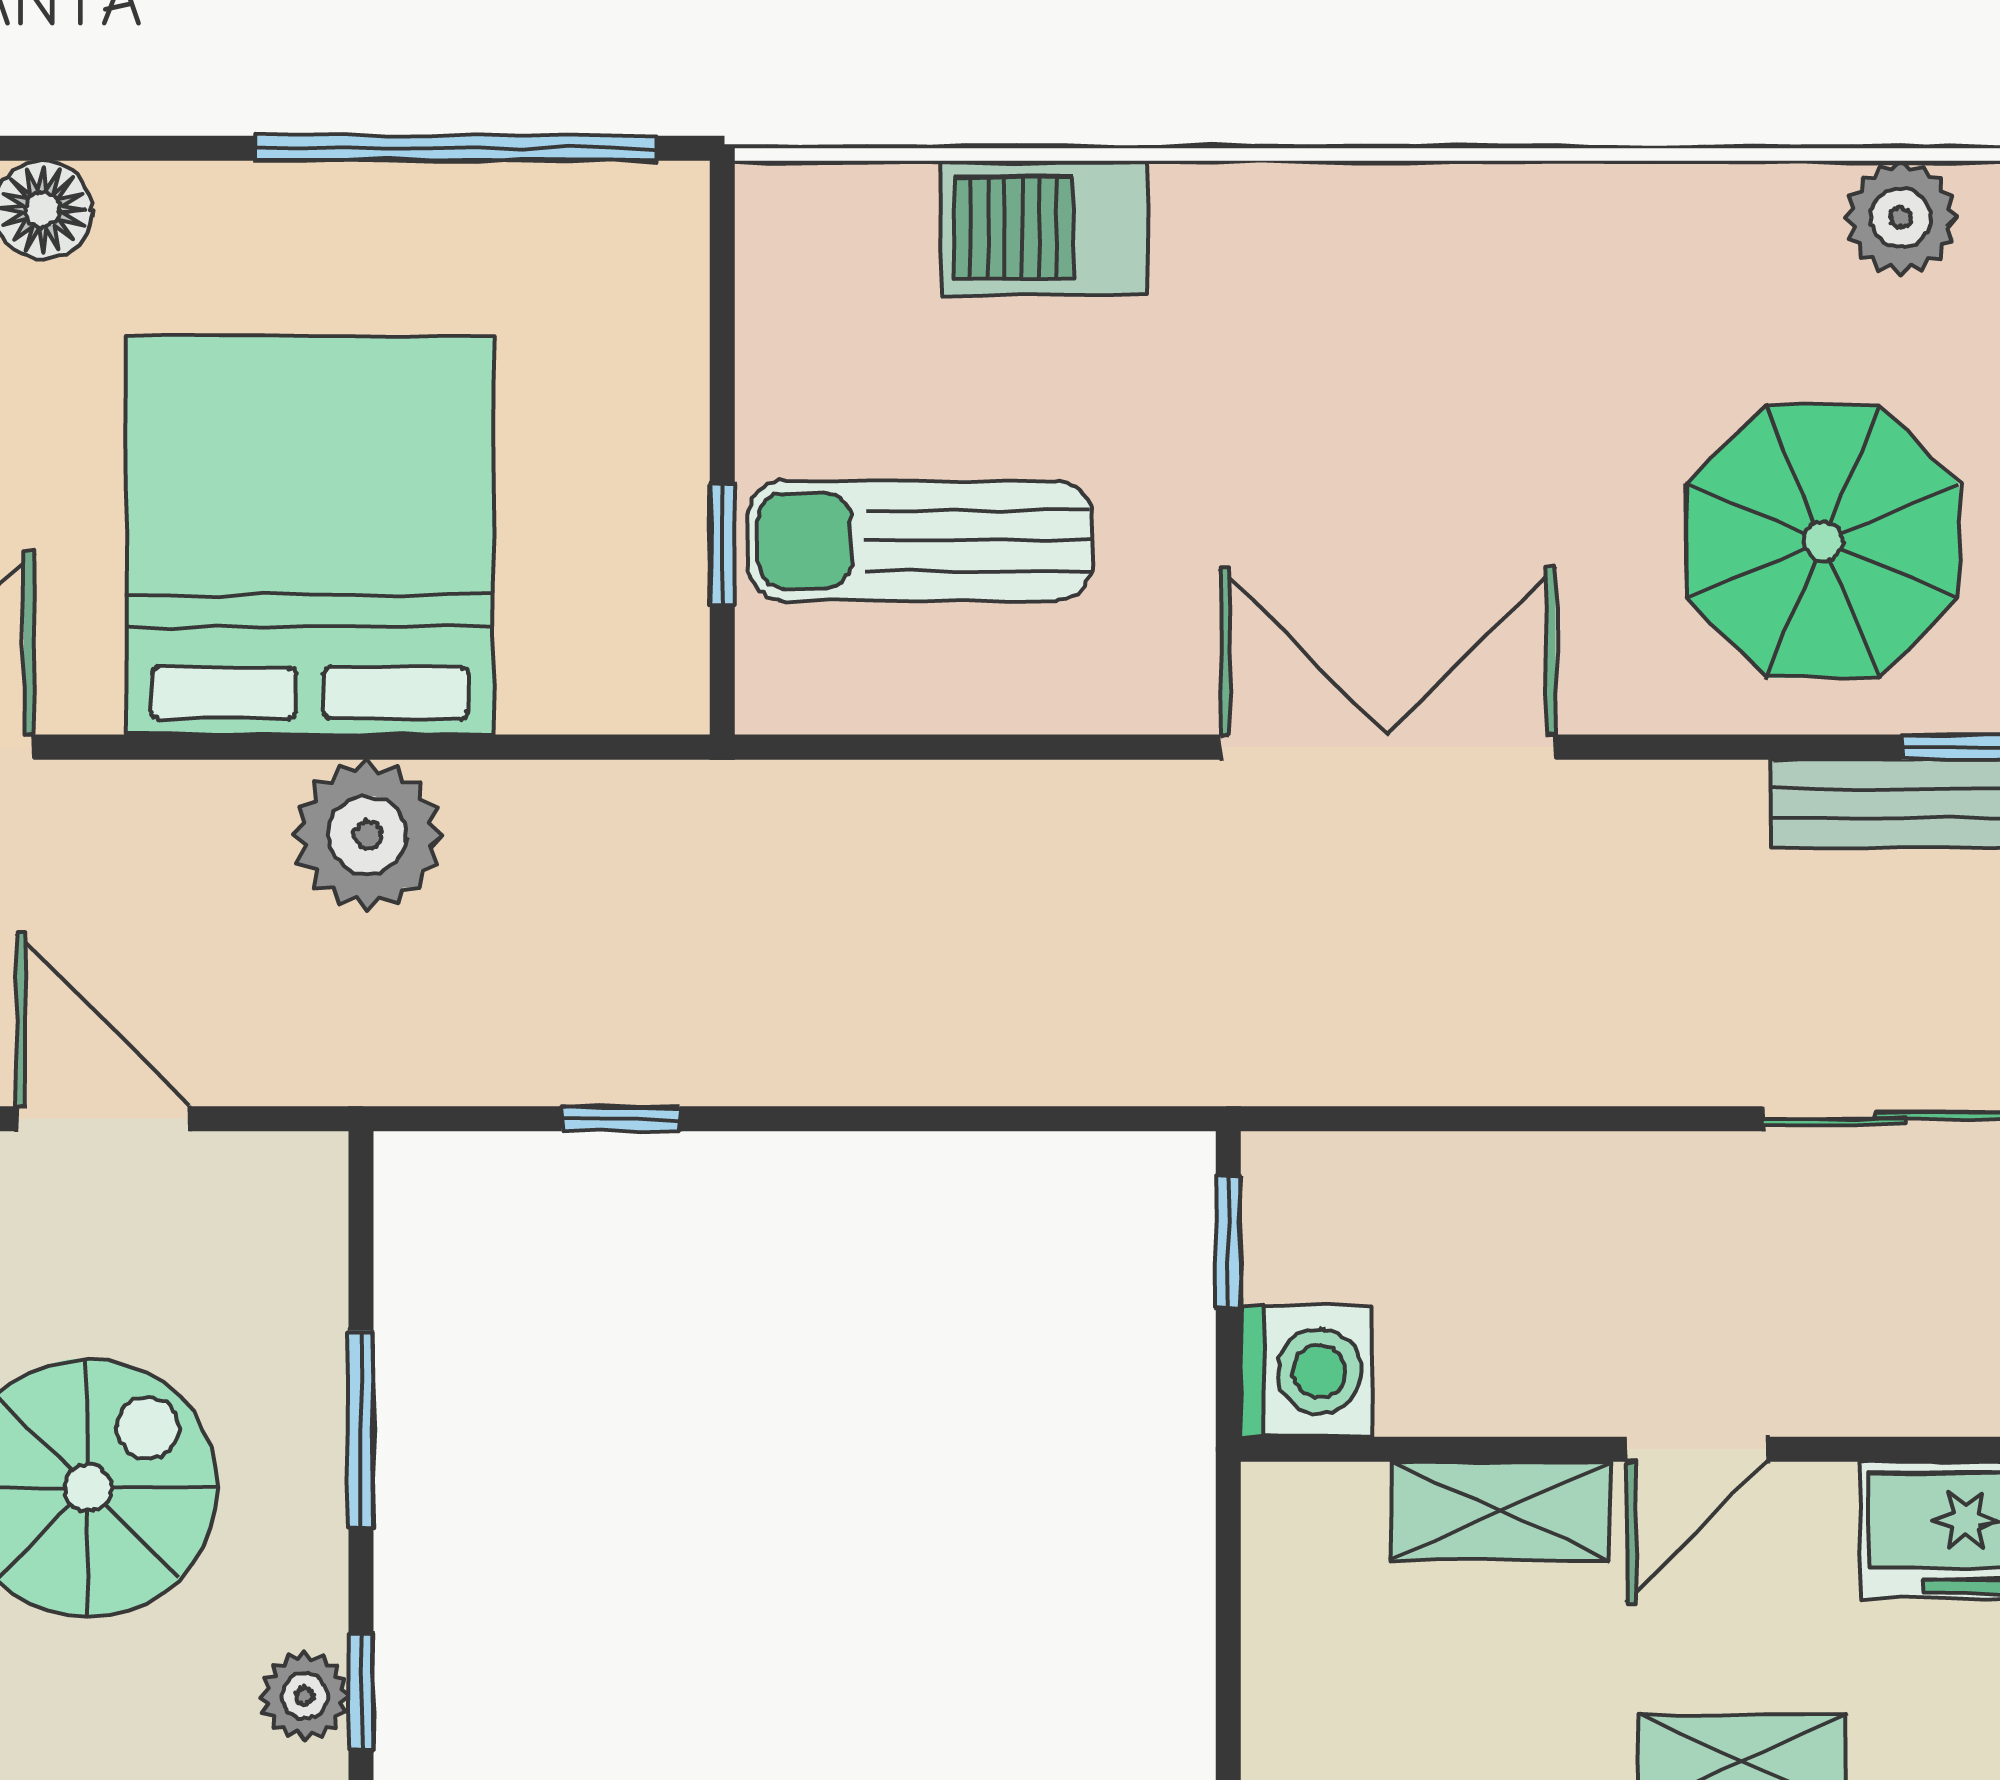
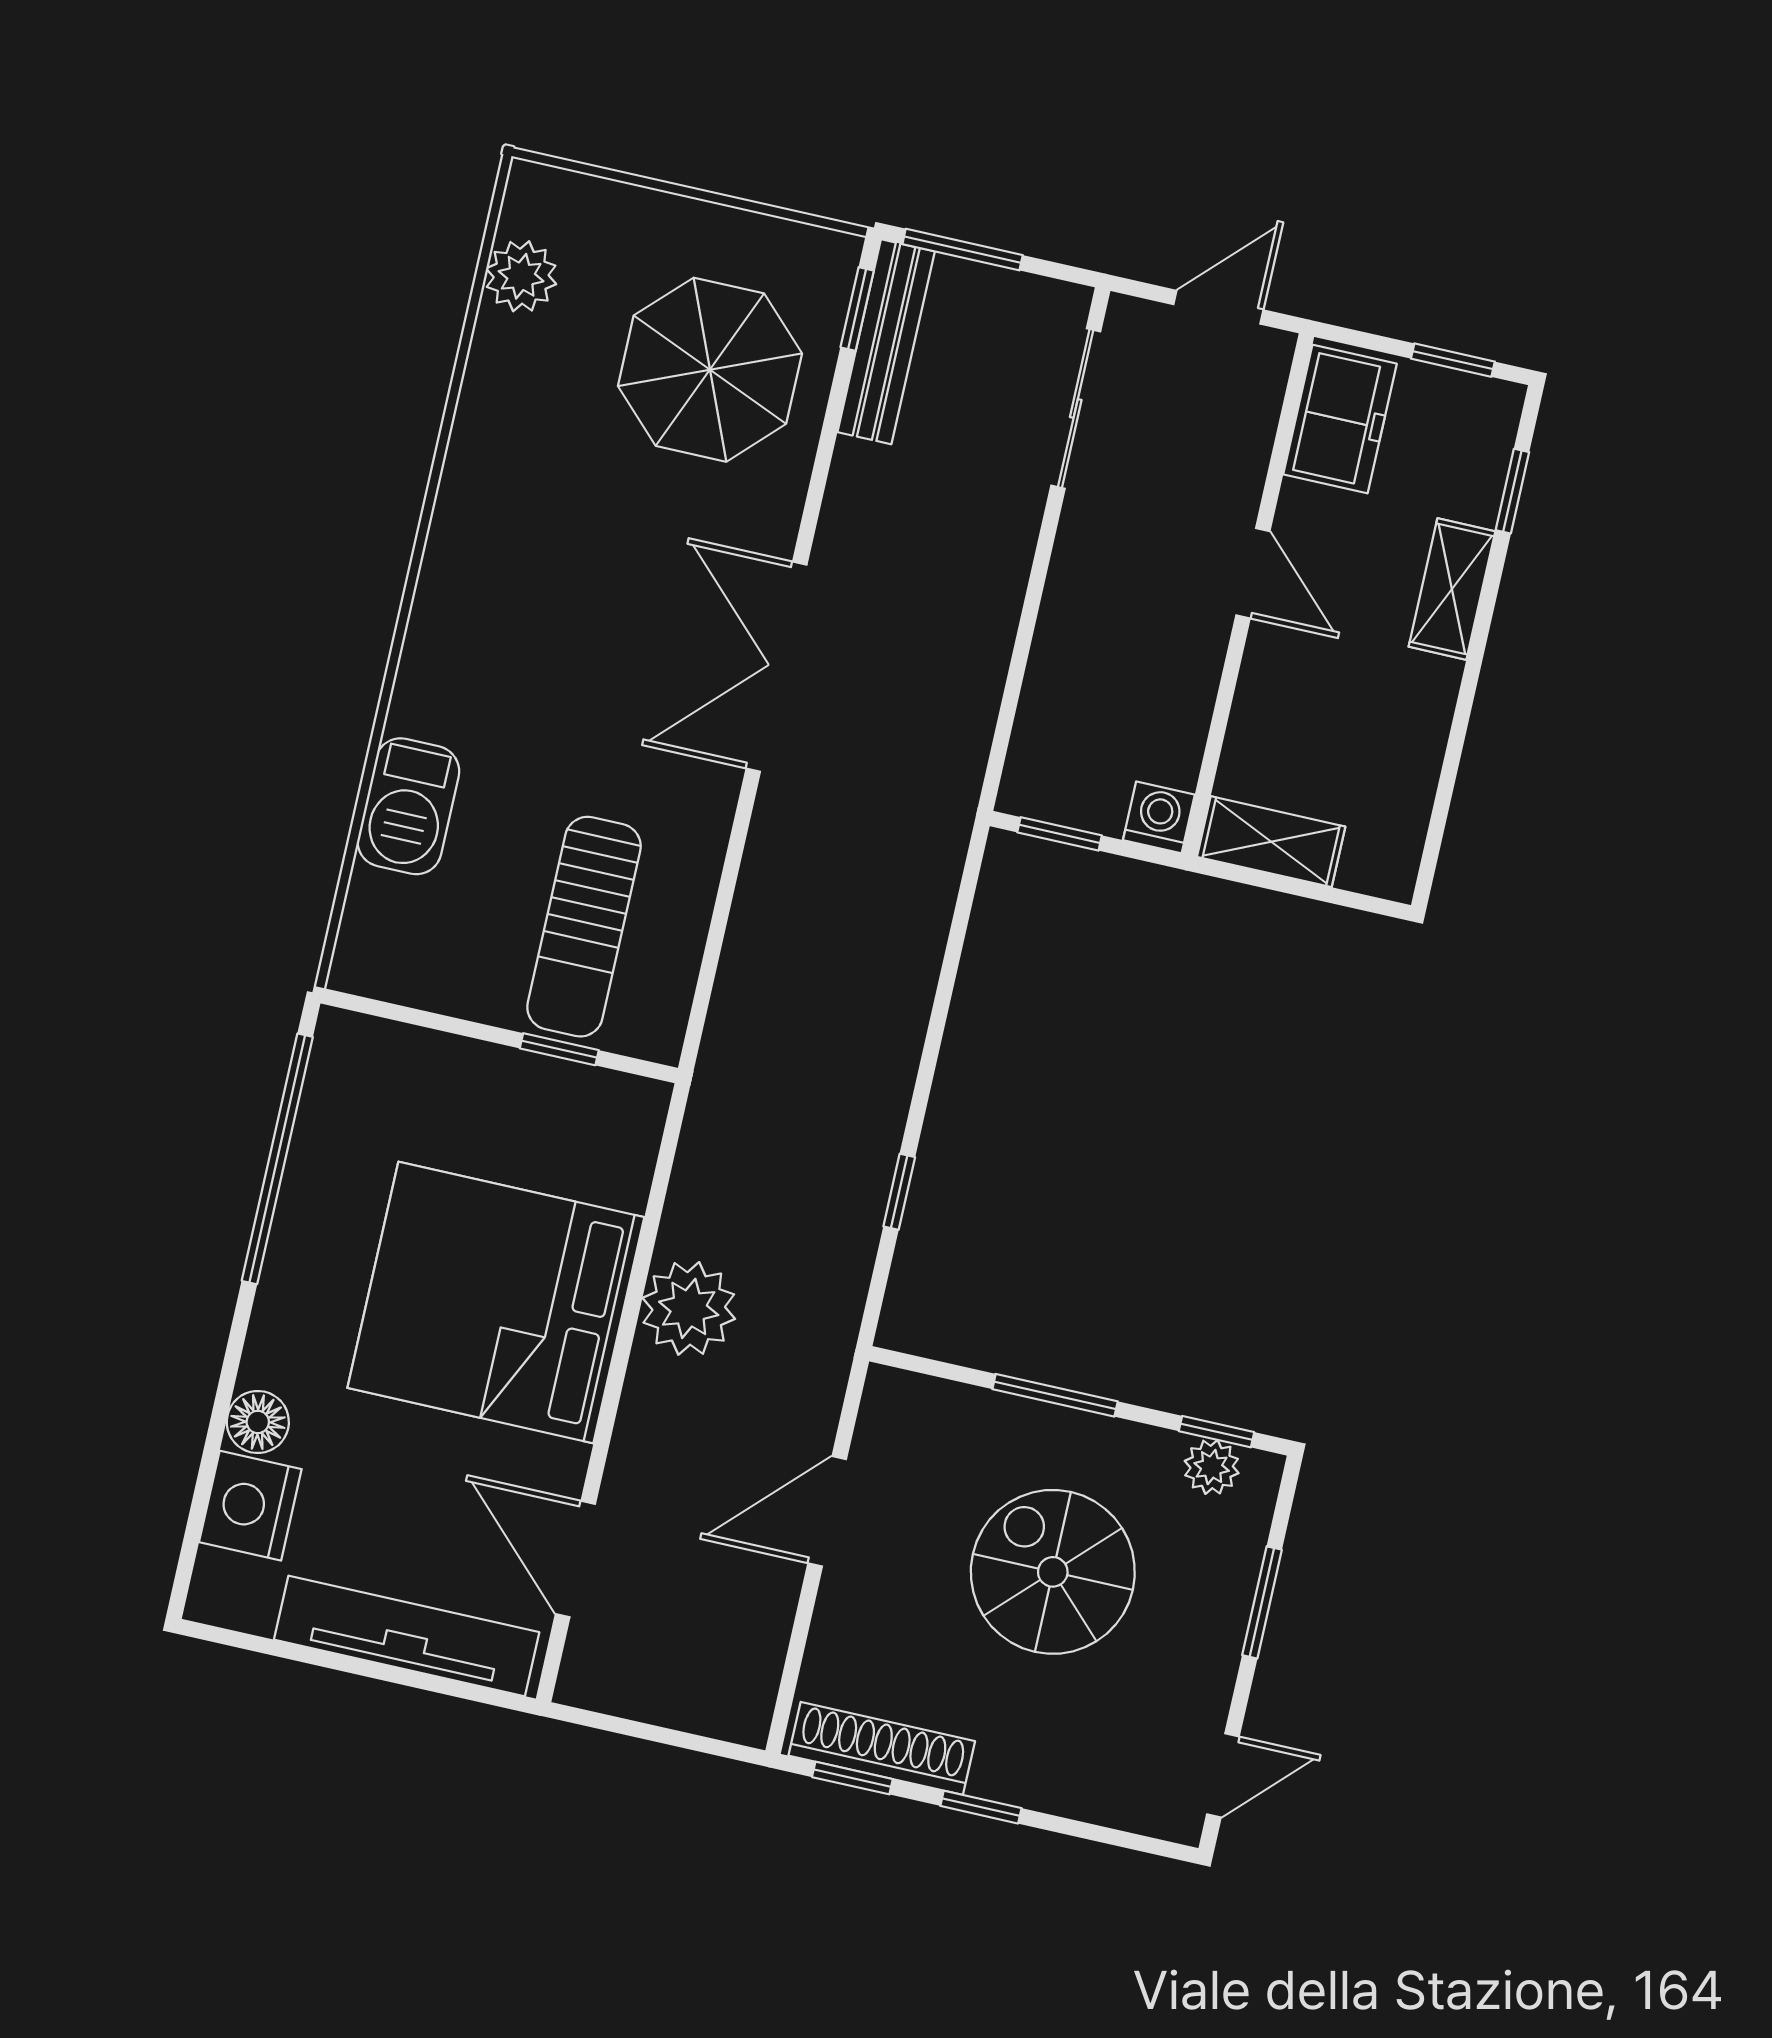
washing machine: (1306, 1371) -> (1159, 817), width x0.73, depth x0.73
shelving: (1500, 1511) -> (1271, 842), moved, turned 90

